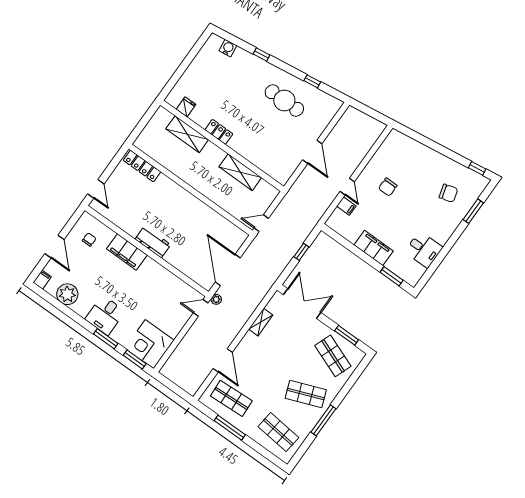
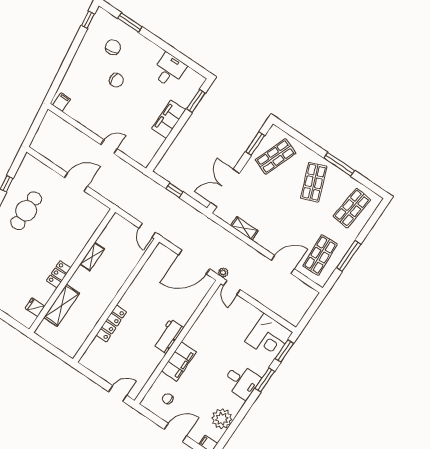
locker: (142, 166) -> (111, 323), moved
shelving: (240, 172) -> (92, 257), width x0.67, depth x0.75
chair: (388, 187) -> (116, 80), moved
filing cabinet: (346, 206) -> (62, 102), moved

